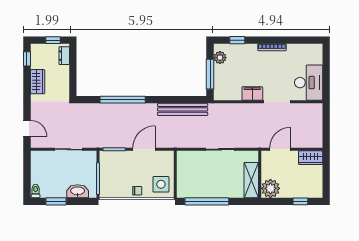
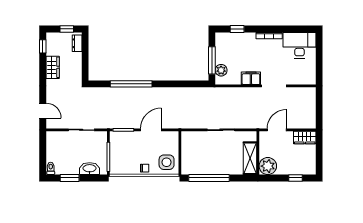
plant: (220, 58) -> (221, 70), moved
desk: (309, 83) -> (299, 45), moved, turned -90
bench: (183, 109) -> (187, 93), removed

